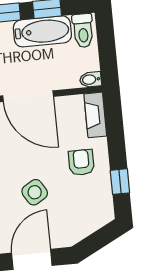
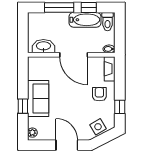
side table: (35, 192) -> (98, 127), moved
door: (32, 259) -> (67, 145), hinge flipped

